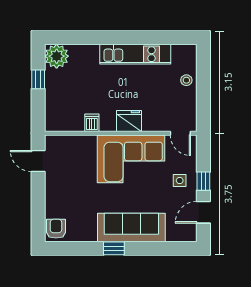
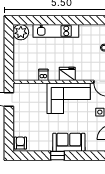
kitchen unit: (135, 54) -> (56, 31), moved
window: (38, 79) -> (9, 47), removed
sofa: (131, 227) -> (69, 142), width x0.73

